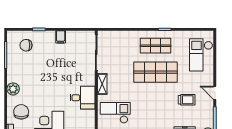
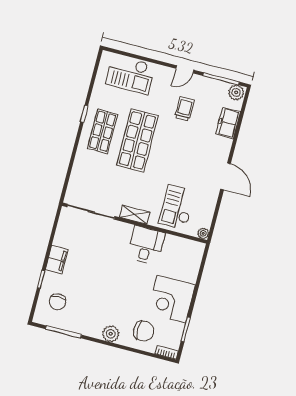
filing cabinet: (61, 37) -> (57, 259), width x2.00
chair: (21, 112) -> (144, 331), turned 180

